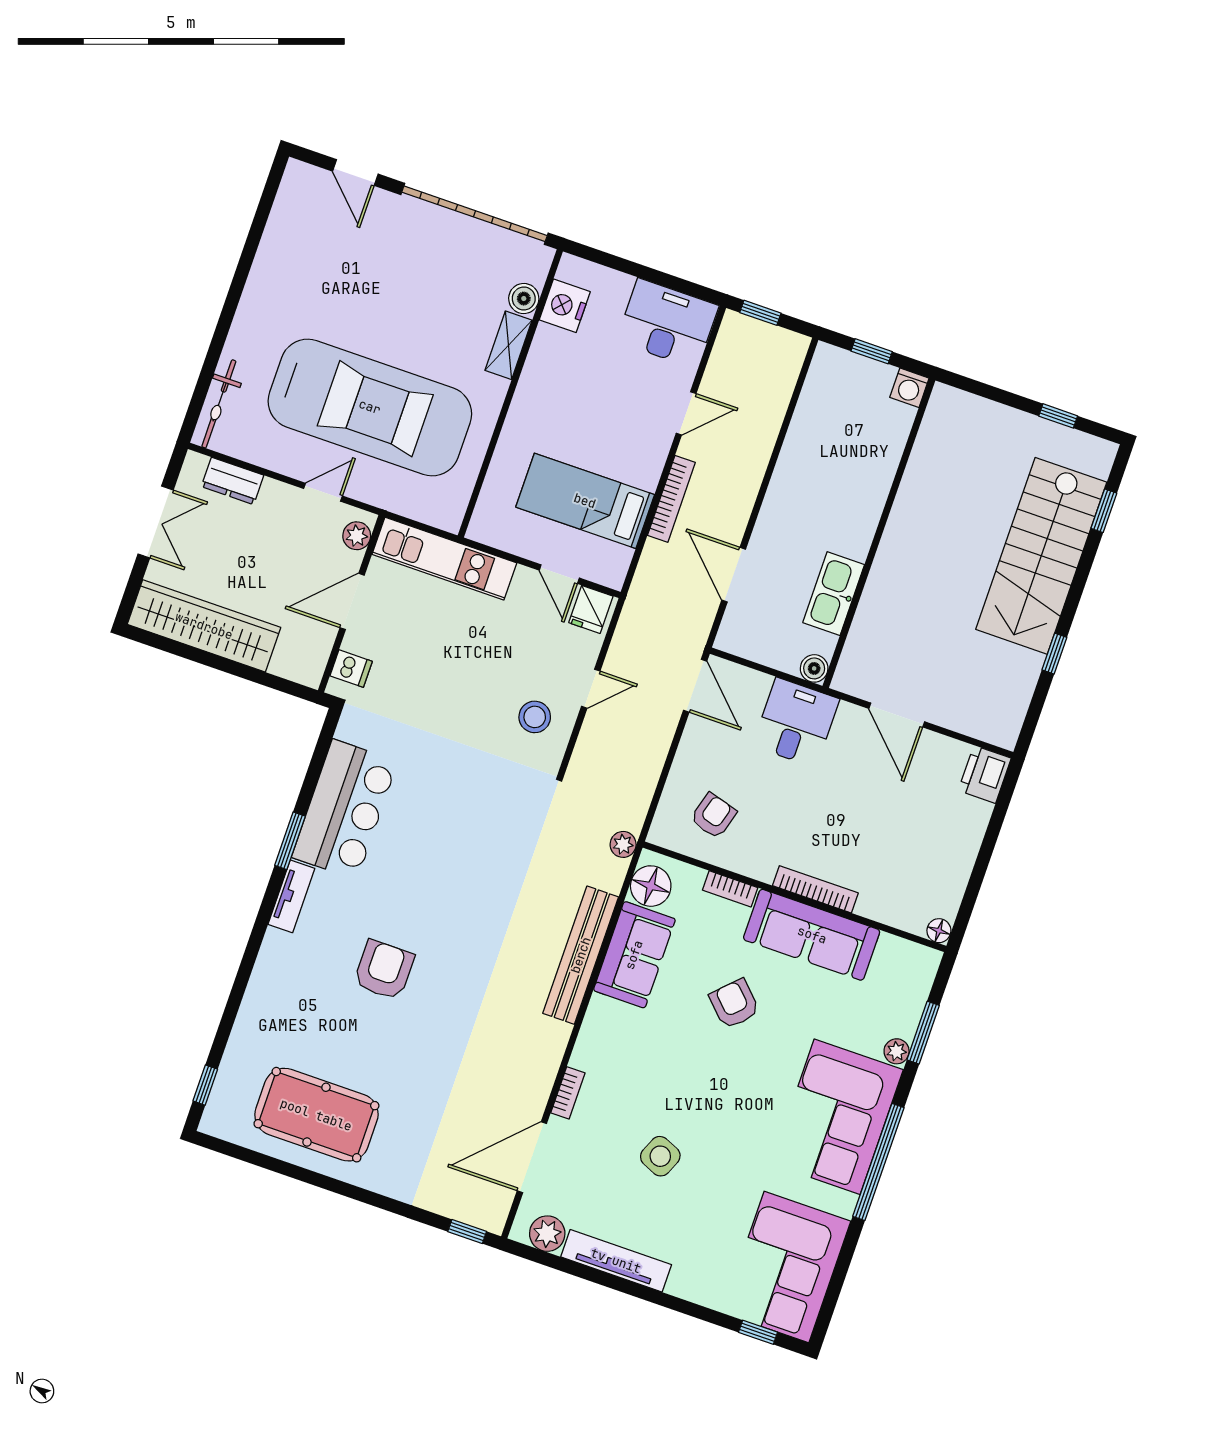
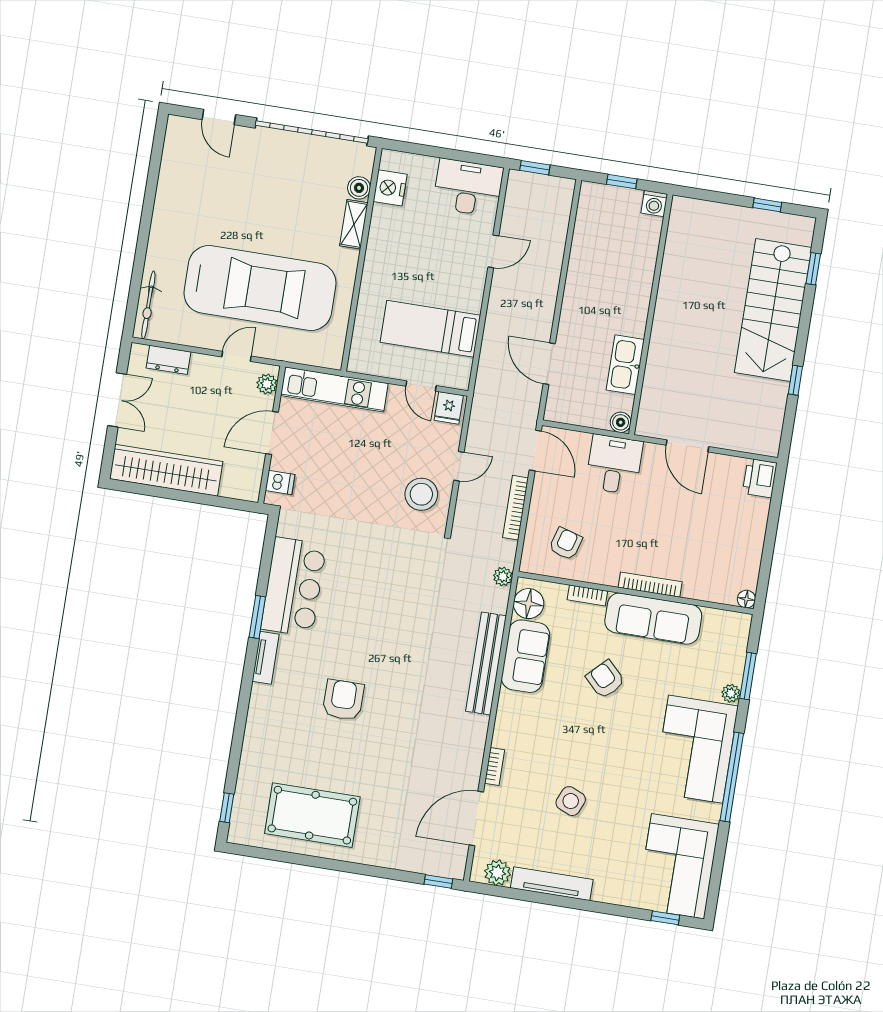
bookcase: (671, 499) -> (515, 508), moved, turned 180
stool: (535, 717) -> (421, 494), width x1.38, depth x1.38

